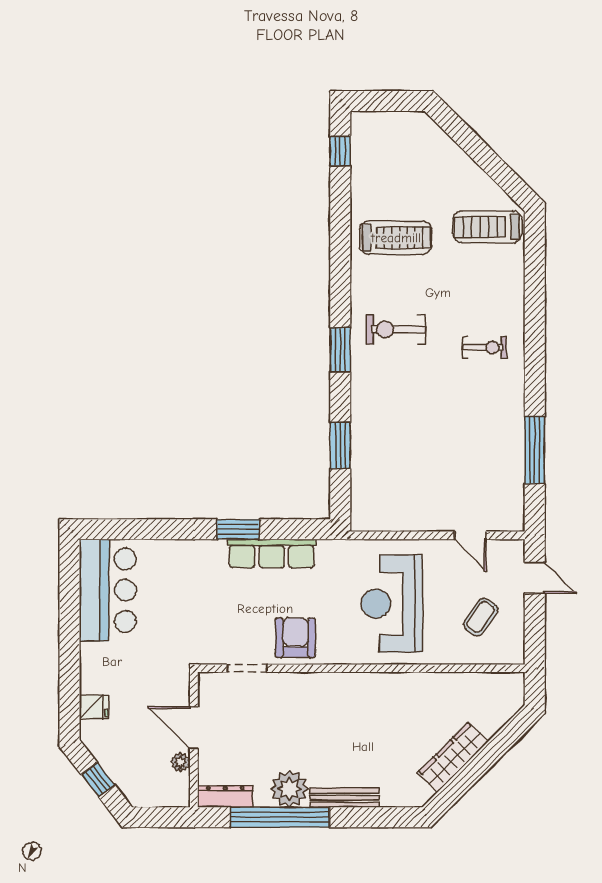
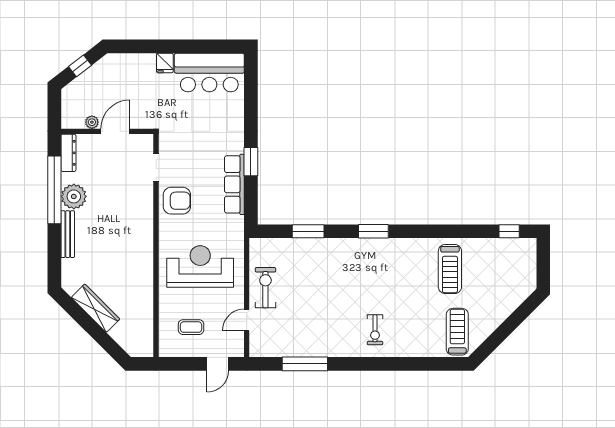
exercise bike: (396, 329) -> (265, 288), moved
coffee table: (481, 617) -> (191, 327), turned -35
fridge: (94, 707) -> (165, 63), moved

